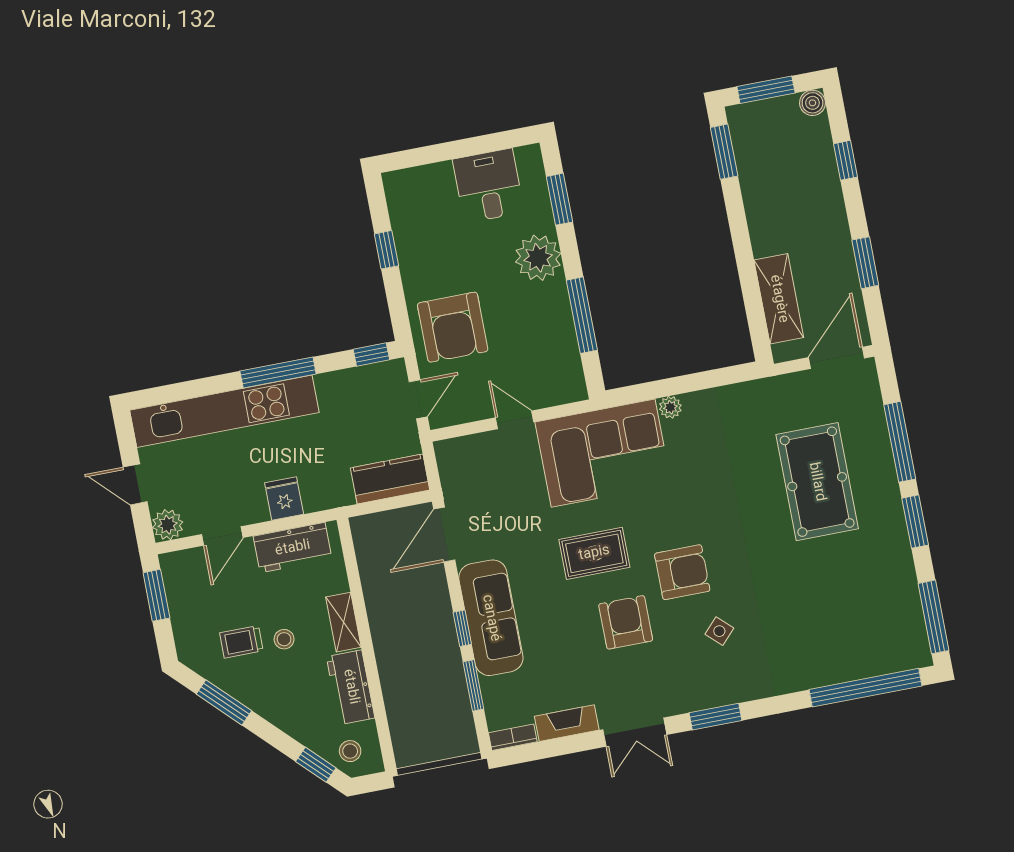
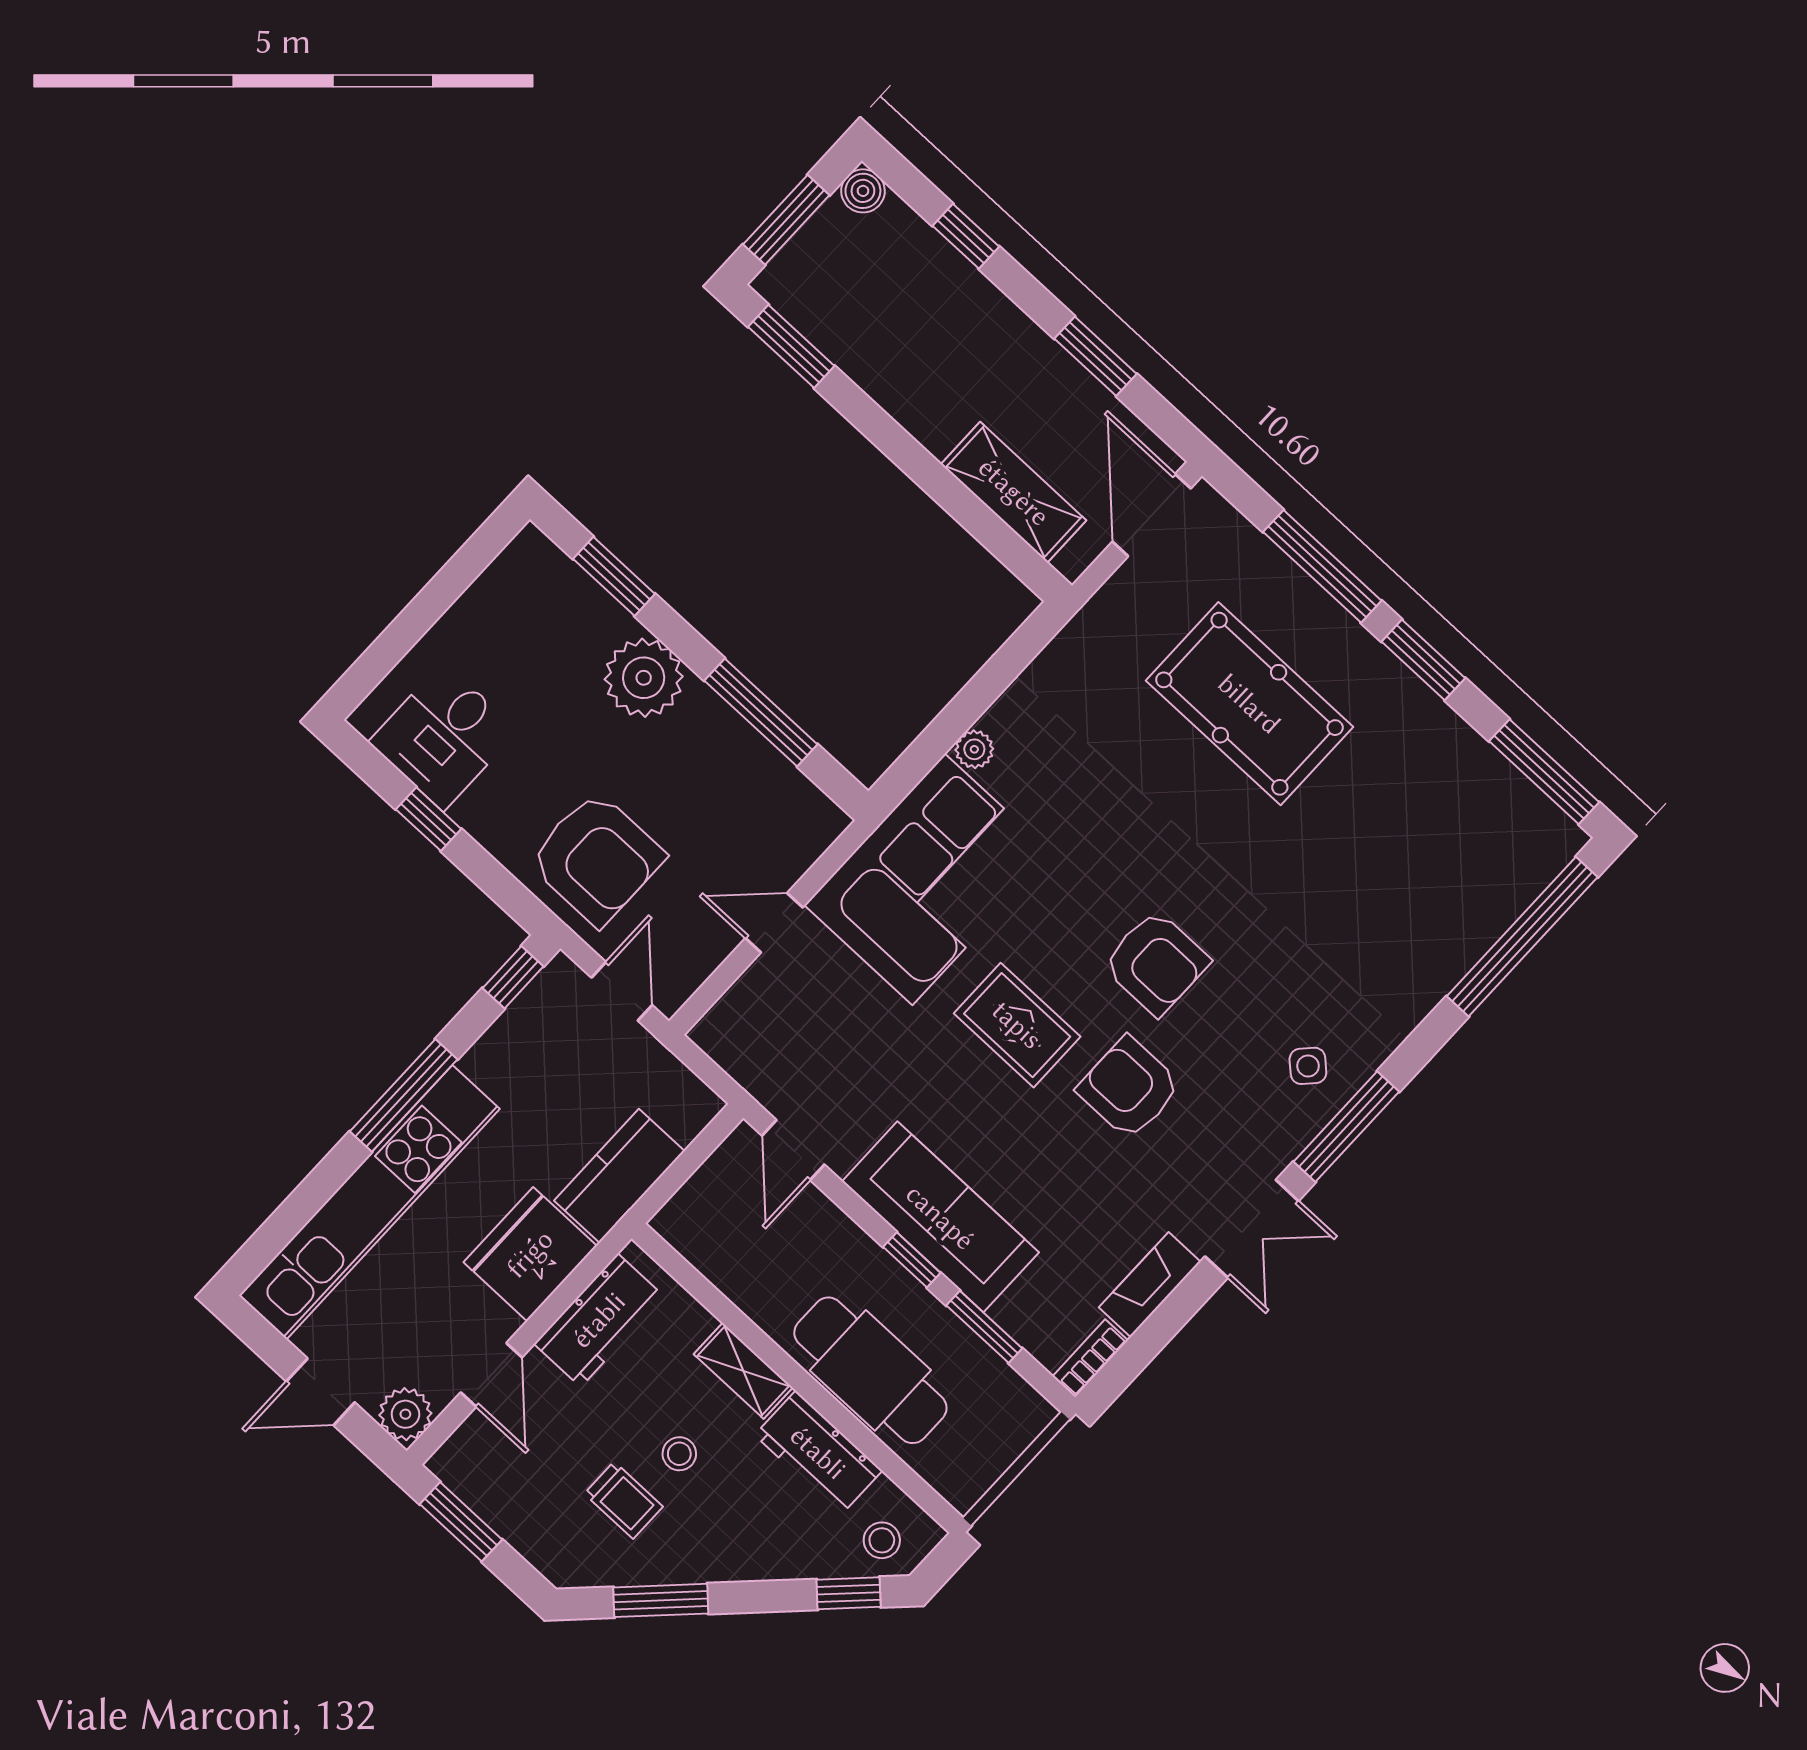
desk: (488, 186) -> (443, 736), moved, turned -90
kitchen counter: (390, 479) -> (619, 1176), moved
fridge: (284, 499) -> (530, 1254), width x1.88, depth x1.34
door: (444, 535) -> (793, 1150), width x0.73
rug: (594, 553) -> (1017, 1025), turned 90
armchair: (682, 572) -> (1156, 963), turned 90
side table: (719, 631) -> (1308, 1066), moved
trolley: (241, 642) -> (624, 1500), turned -90
cafe table: (404, 666) -> (870, 1370), added
window: (715, 717) -> (1346, 1127), width x1.44

